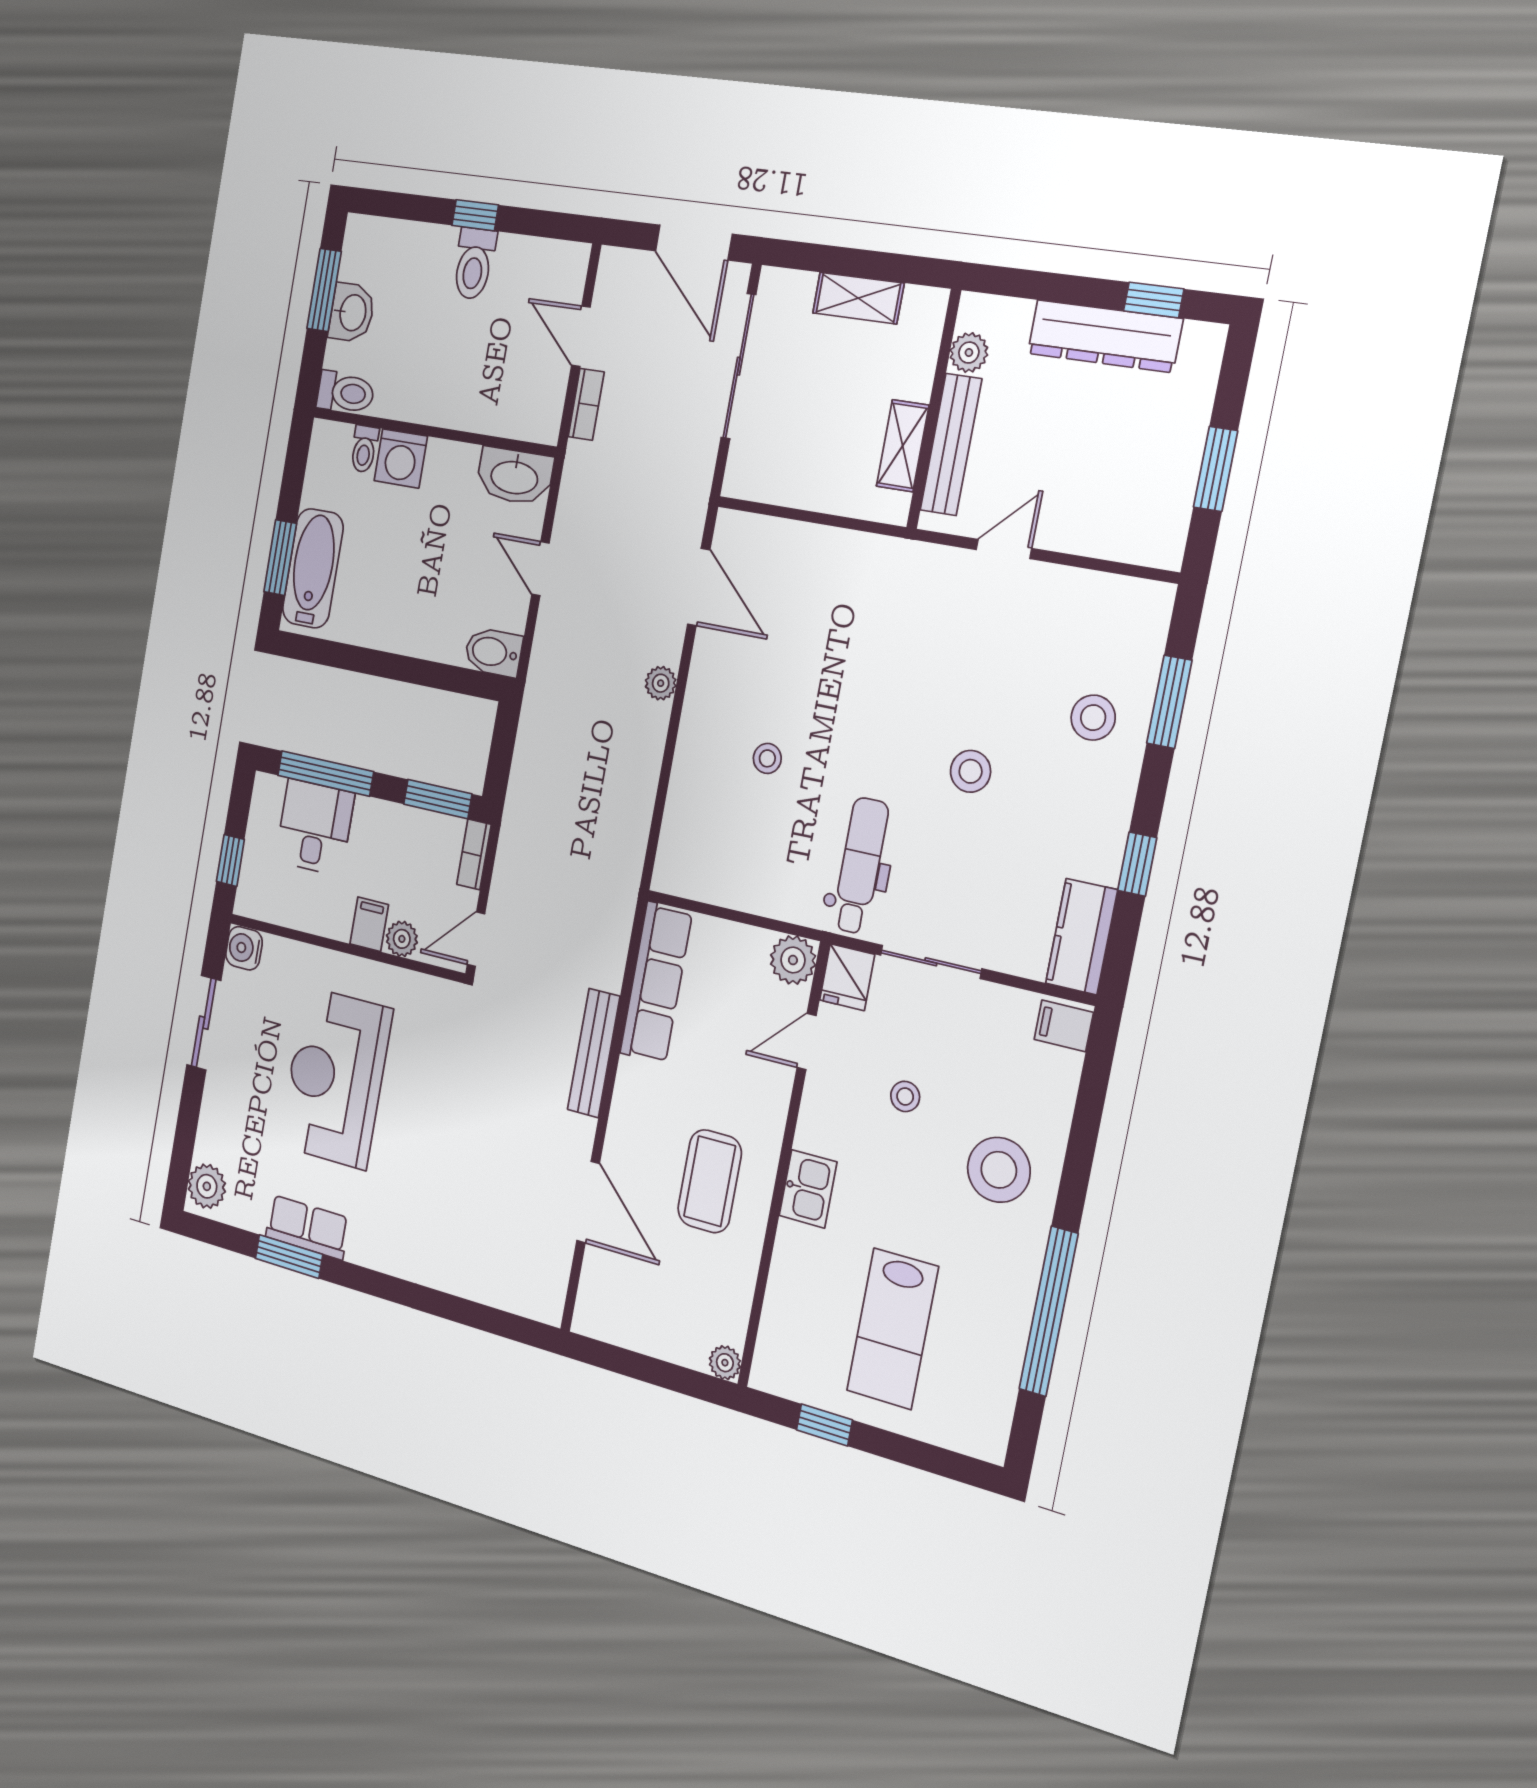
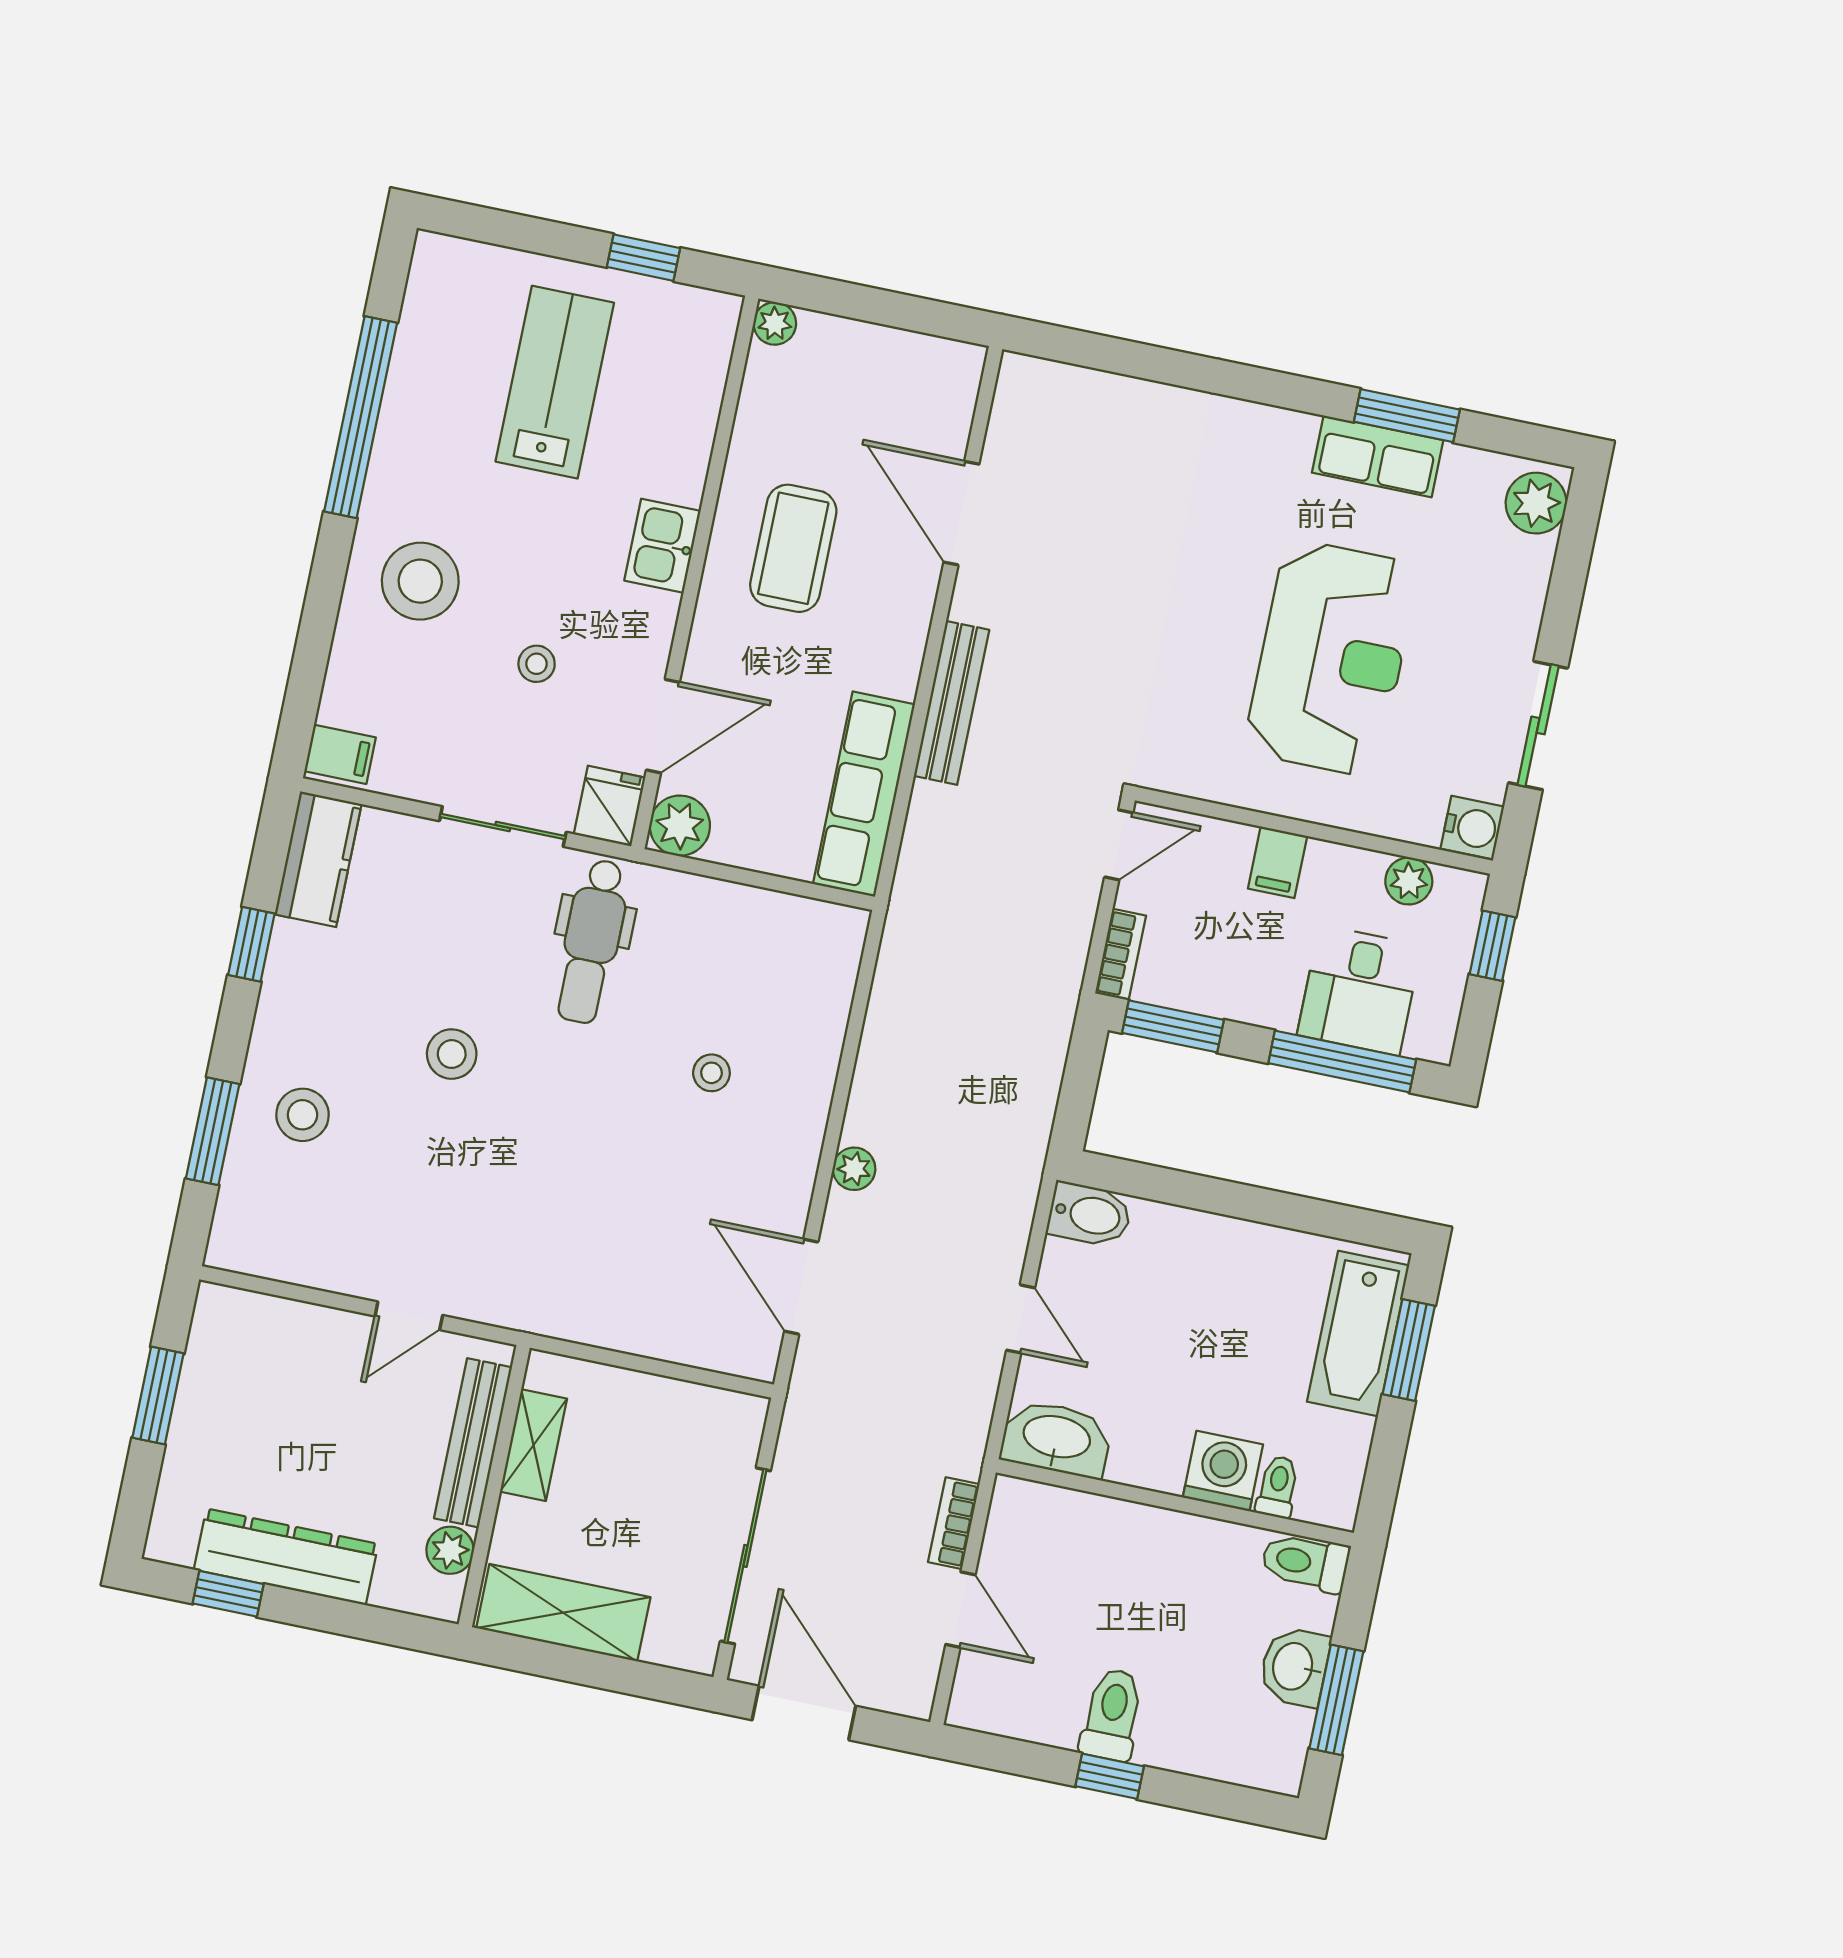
shelving: (858, 298) -> (563, 1613), width x1.50, depth x1.33
plant: (402, 939) -> (1409, 881), moved
door: (807, 1042) -> (663, 726), width x1.38

